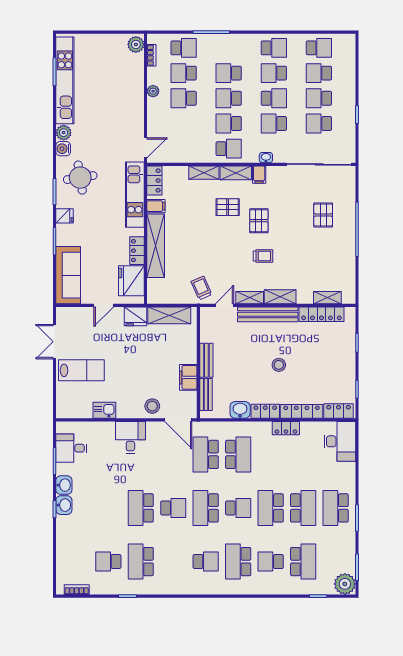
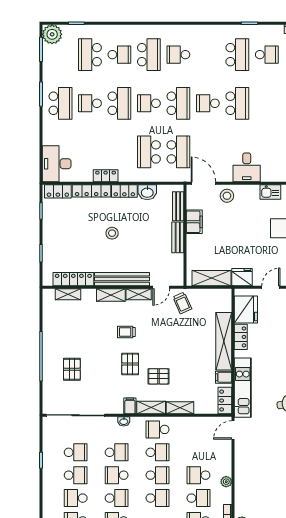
school desk: (319, 73) -> (76, 498), turned 180
school desk: (184, 98) -> (198, 475), turned 180
school desk: (303, 508) -> (90, 103), width x0.54

